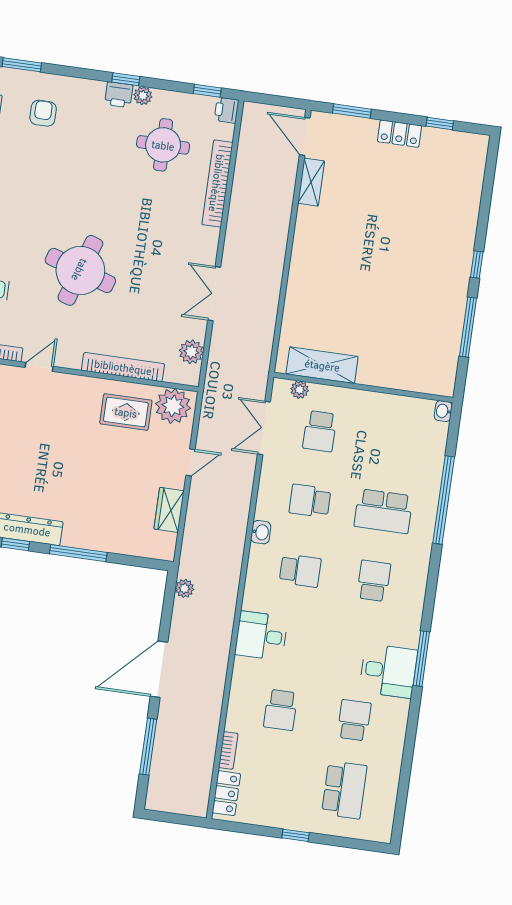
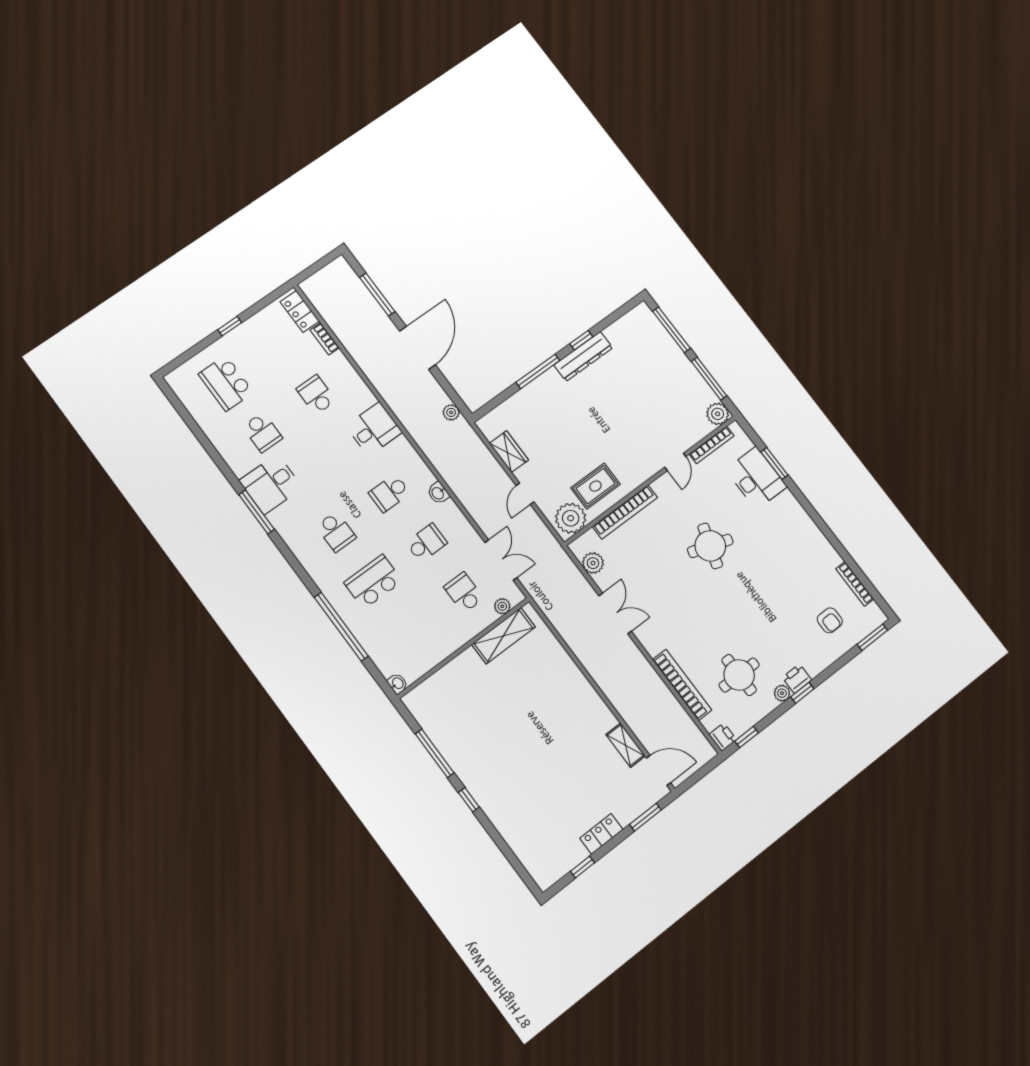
round table: (80, 270) -> (710, 546), width x0.73, depth x0.73

